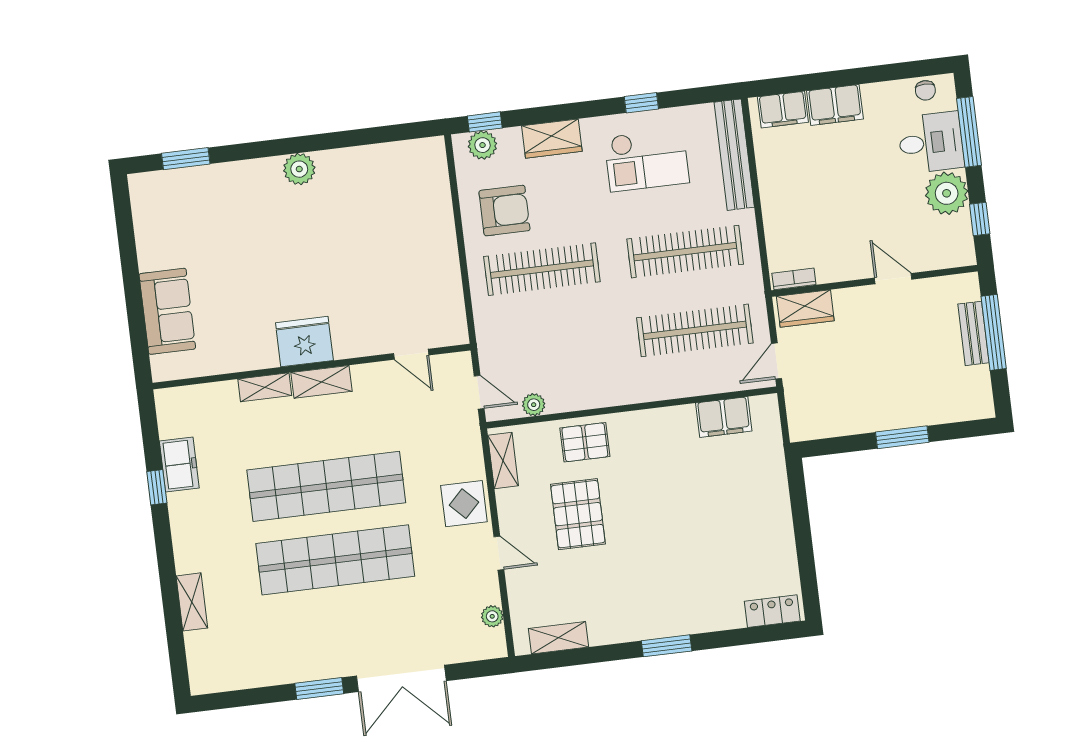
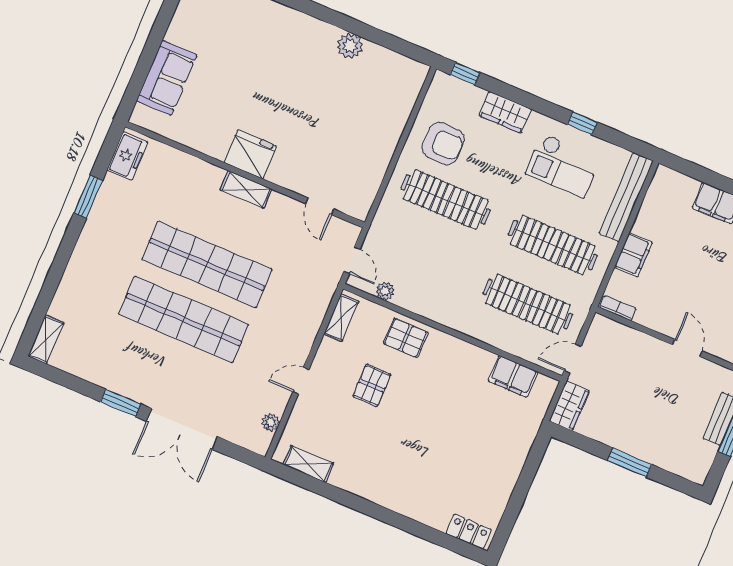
filing cabinet: (783, 110) -> (633, 255), moved, turned -90
plant: (483, 145) -> (454, 89), removed
plant: (299, 169) -> (350, 46), moved
wardrobe: (805, 308) -> (569, 406), moved, turned -90
shelving: (265, 387) -> (204, 170), removed
freezer: (179, 464) -> (127, 156), moved
window: (157, 487) -> (88, 197), width x1.50
display table: (464, 504) -> (296, 332), removed
pallet: (578, 514) -> (372, 385), width x0.67, depth x0.71
door: (499, 553) -> (301, 381), swing flipped
shelving: (192, 602) -> (46, 339), moved
window: (667, 646) -> (381, 513), removed

